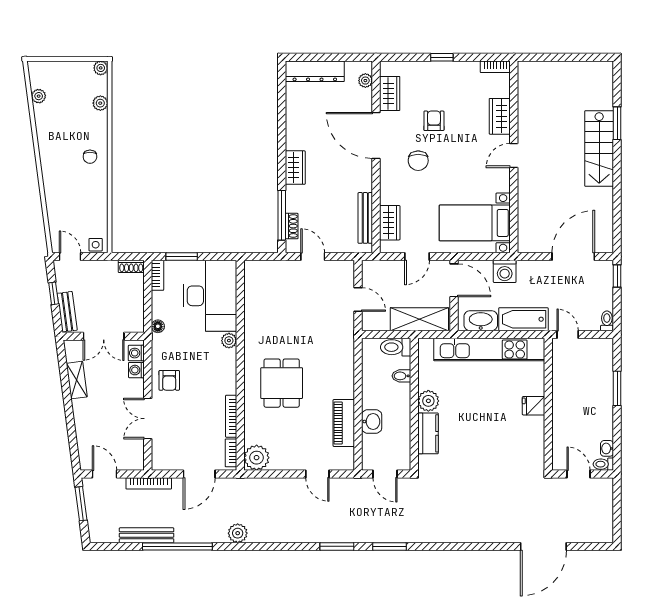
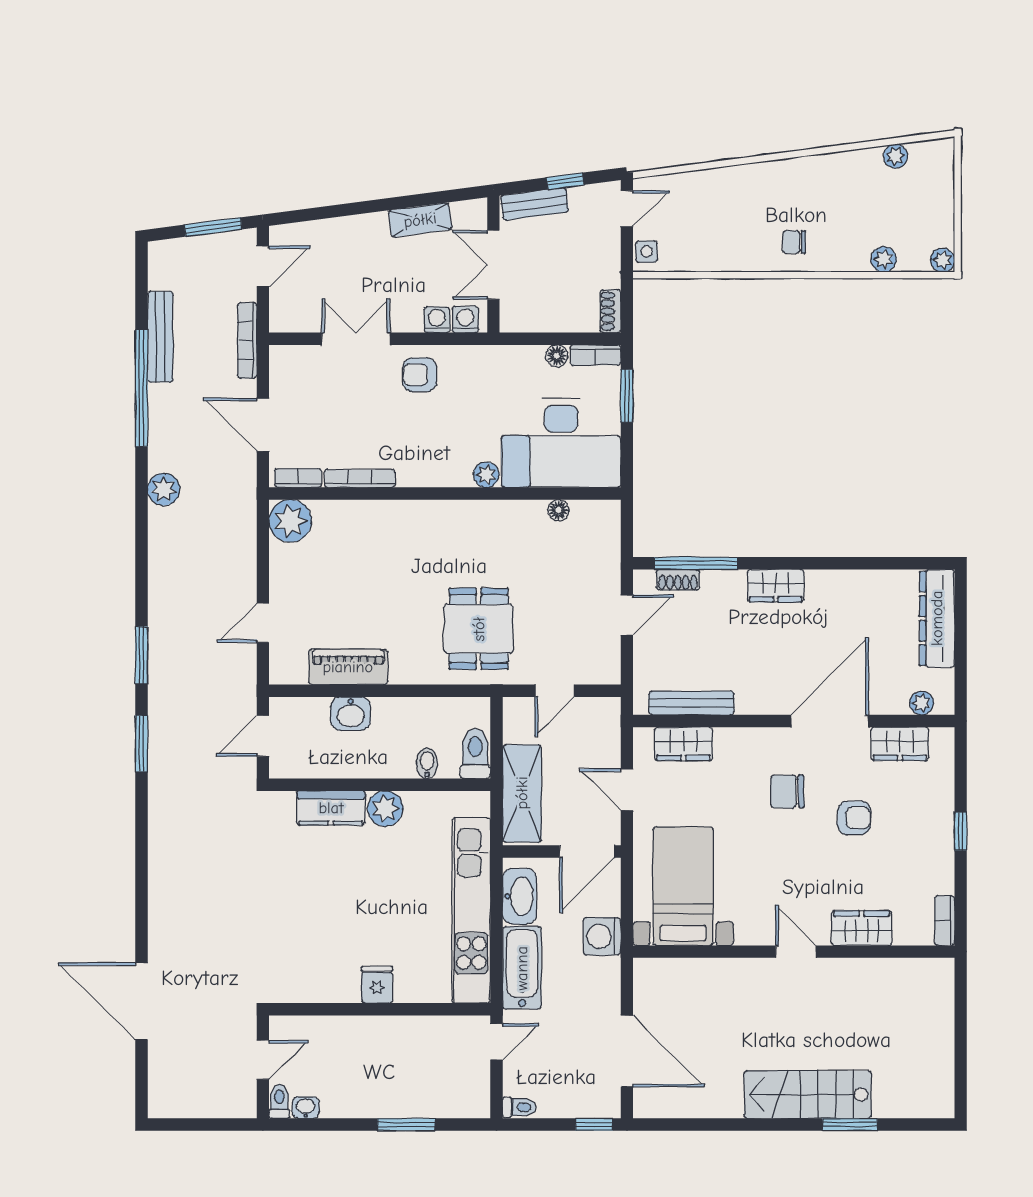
floor lamp: (250, 297) -> (558, 510), added
floor lamp: (158, 326) -> (557, 356), moved
dining table: (282, 383) -> (479, 629), moved, turned 90

